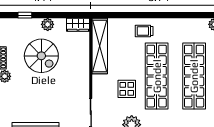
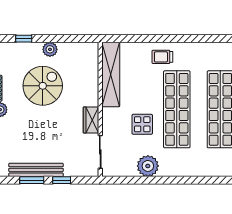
wardrobe: (78, 25) -> (91, 120), moved, turned 90
spiral stairs: (41, 56) -> (43, 86), turned -90

